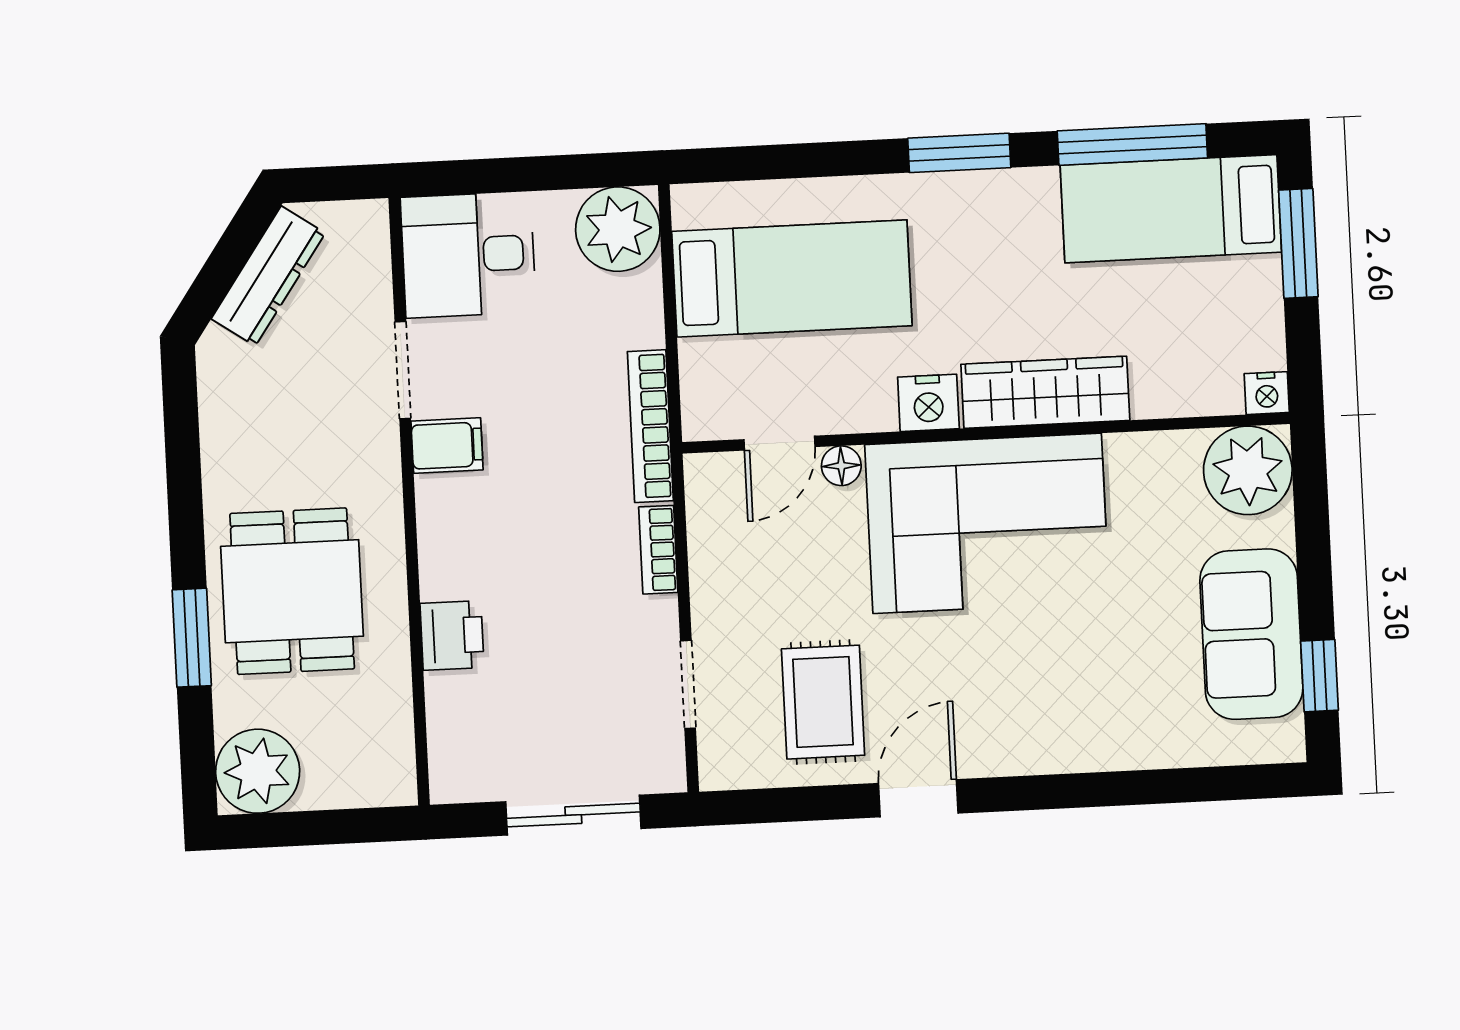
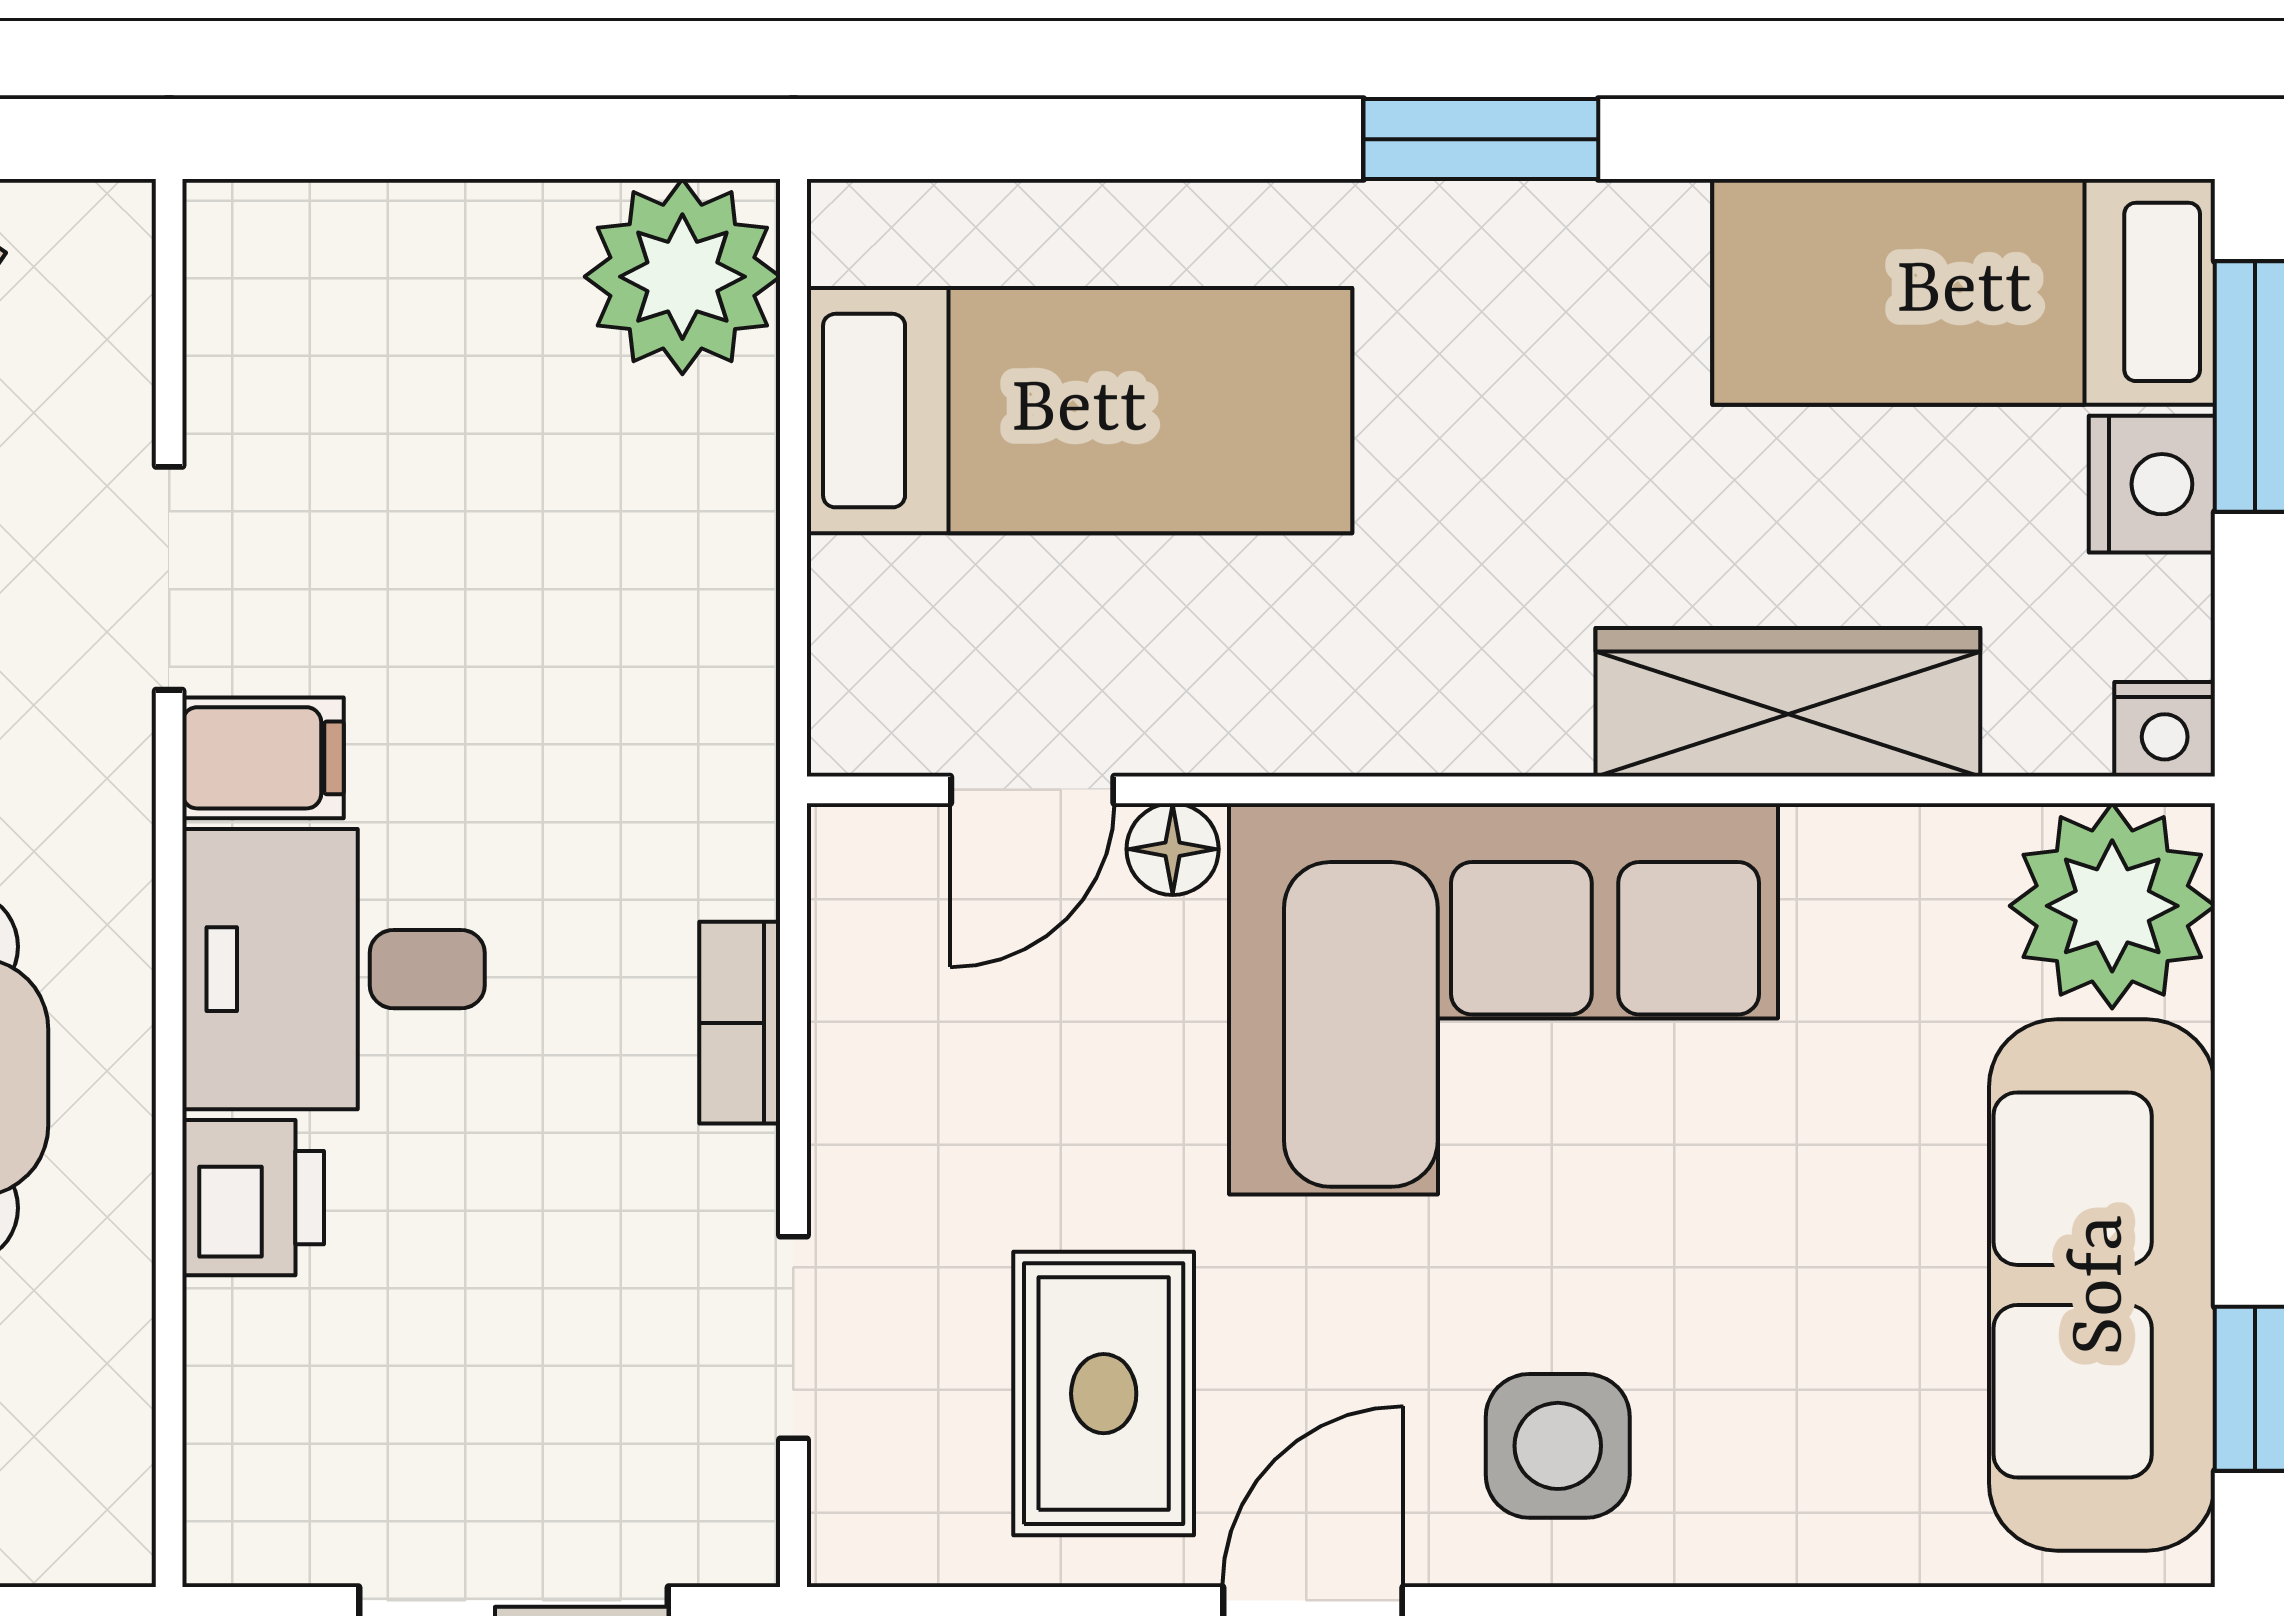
window: (1132, 144) -> (1882, 139), removed
desk: (468, 255) -> (334, 969), moved
wardrobe: (1045, 392) -> (1788, 702), moved
nightstand: (928, 403) -> (2152, 484), moved, turned -90
bookcase: (650, 426) -> (735, 736), removed
sofa: (1251, 634) -> (2102, 1285), width x1.36
side table: (1020, 715) -> (1558, 1446), added

